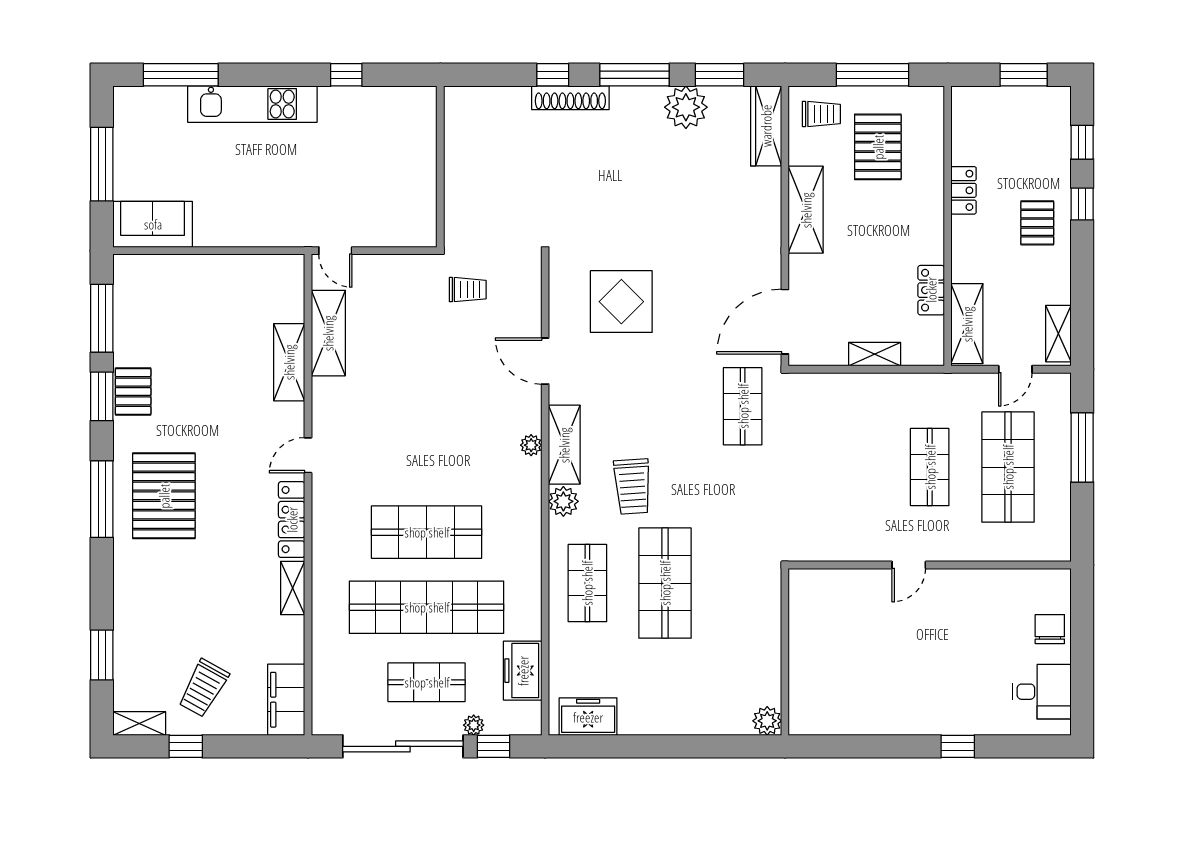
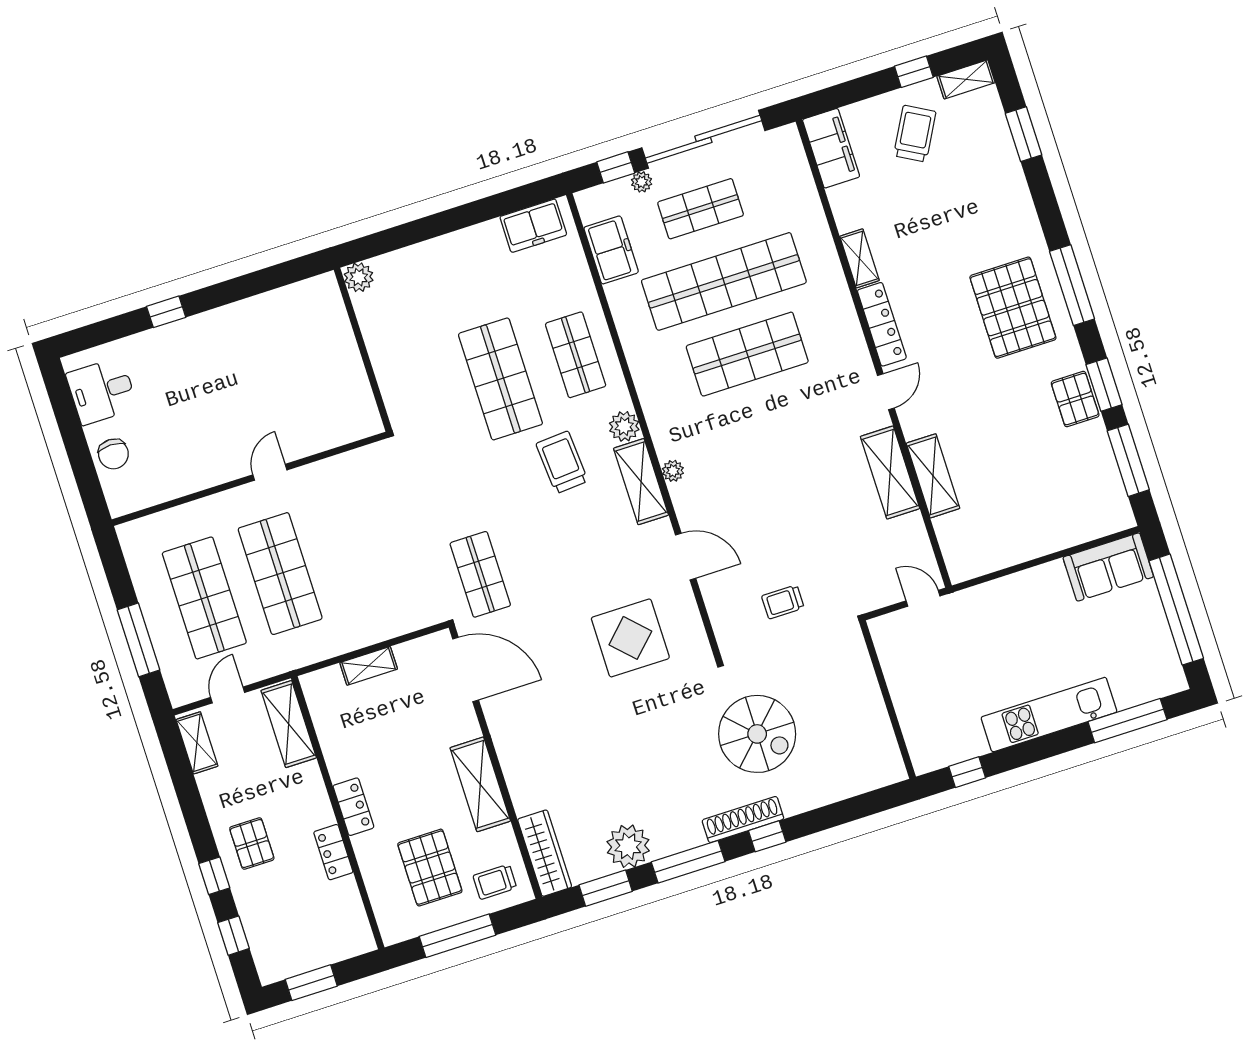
window: (102, 164) -> (1176, 610), width x1.46
wall: (440, 167) -> (888, 700), moved
spiral stairs: (531, 174) -> (757, 734), added
locker: (931, 290) -> (353, 807), moved
door: (785, 322) -> (466, 669), hinge flipped
shelving: (328, 333) -> (890, 472), moved
shop shelf: (930, 467) -> (280, 574), width x1.43, depth x1.36

